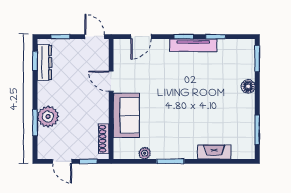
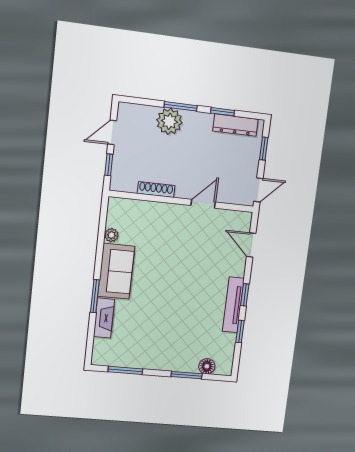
window: (257, 59) -> (187, 375), moved
window: (35, 61) -> (223, 112), moved
floor lamp: (248, 86) -> (207, 366), moved
sofa: (126, 115) -> (116, 271), moved, turned -90
window: (35, 123) -> (181, 106), moved
shoe rack: (104, 139) -> (156, 189), moved
window: (170, 161) -> (95, 296), moved

